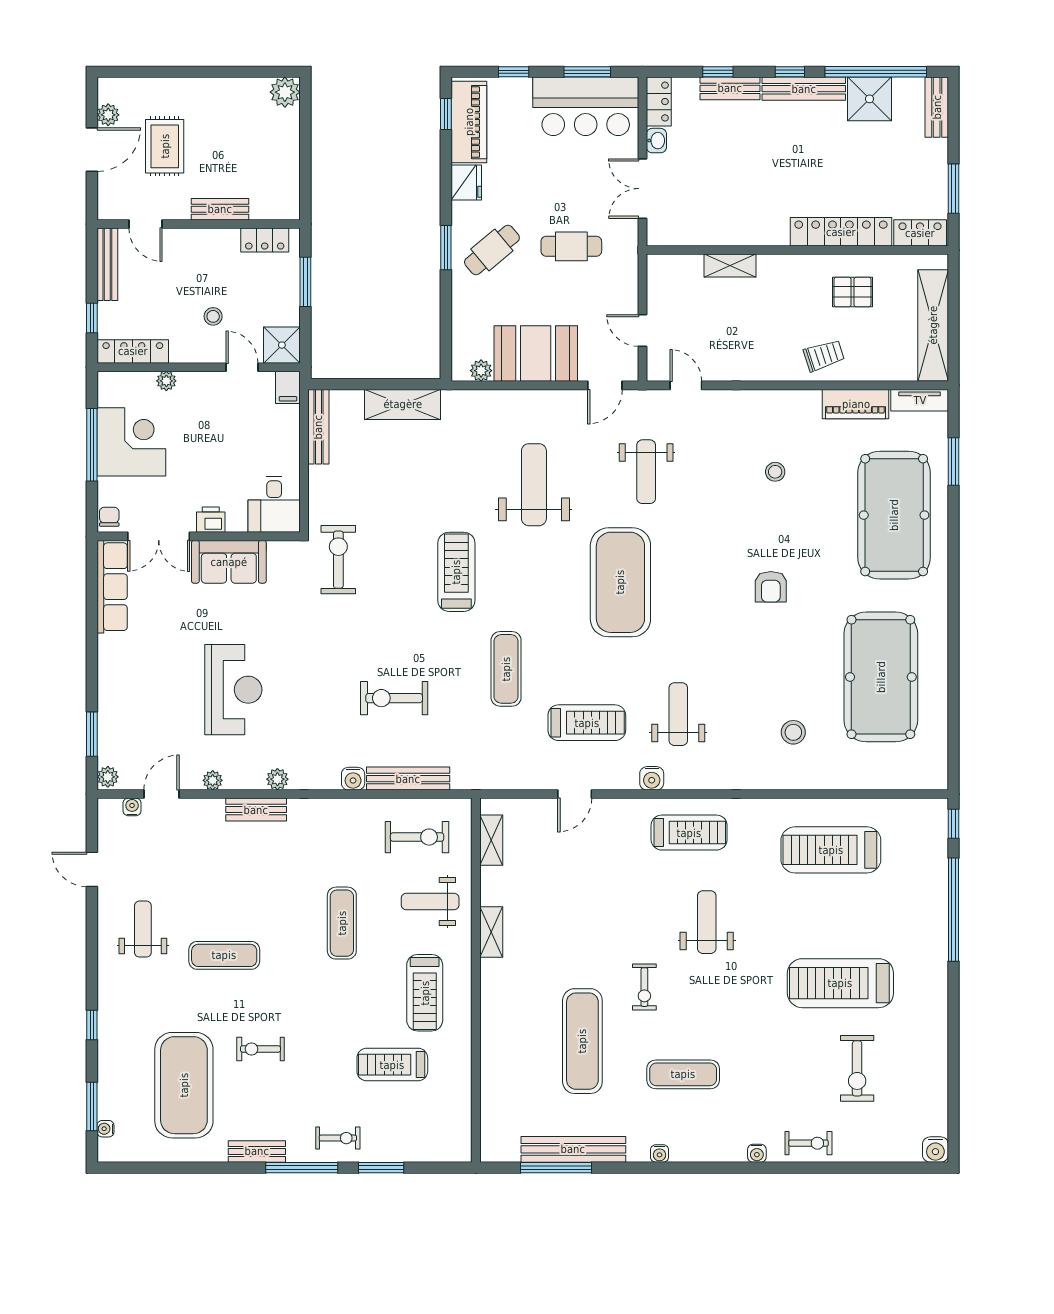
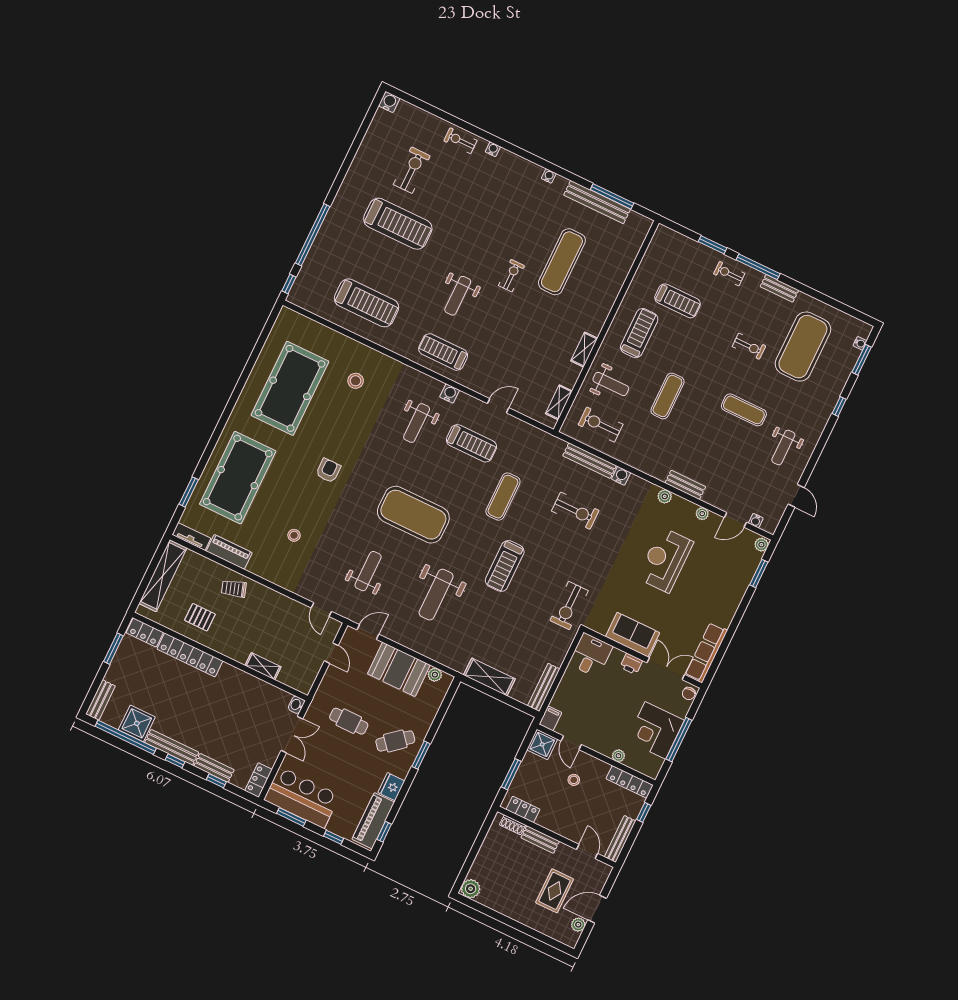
washbasin: (656, 141) -> (296, 705), moved
shoe rack: (269, 211) -> (512, 825), added
exercise mat: (620, 582) -> (413, 515), turned 90
treadmill: (587, 723) -> (471, 443), turned 180
exercise mat: (683, 1074) -> (513, 215), removed

